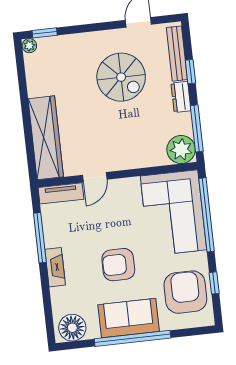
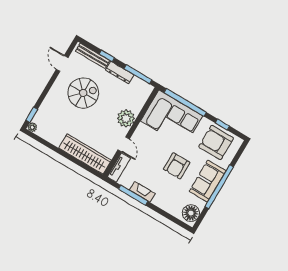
dresser: (181, 97) -> (120, 72), width x1.44
plant: (181, 149) -> (126, 118), moved
fireplace: (55, 267) -> (142, 192), moved

